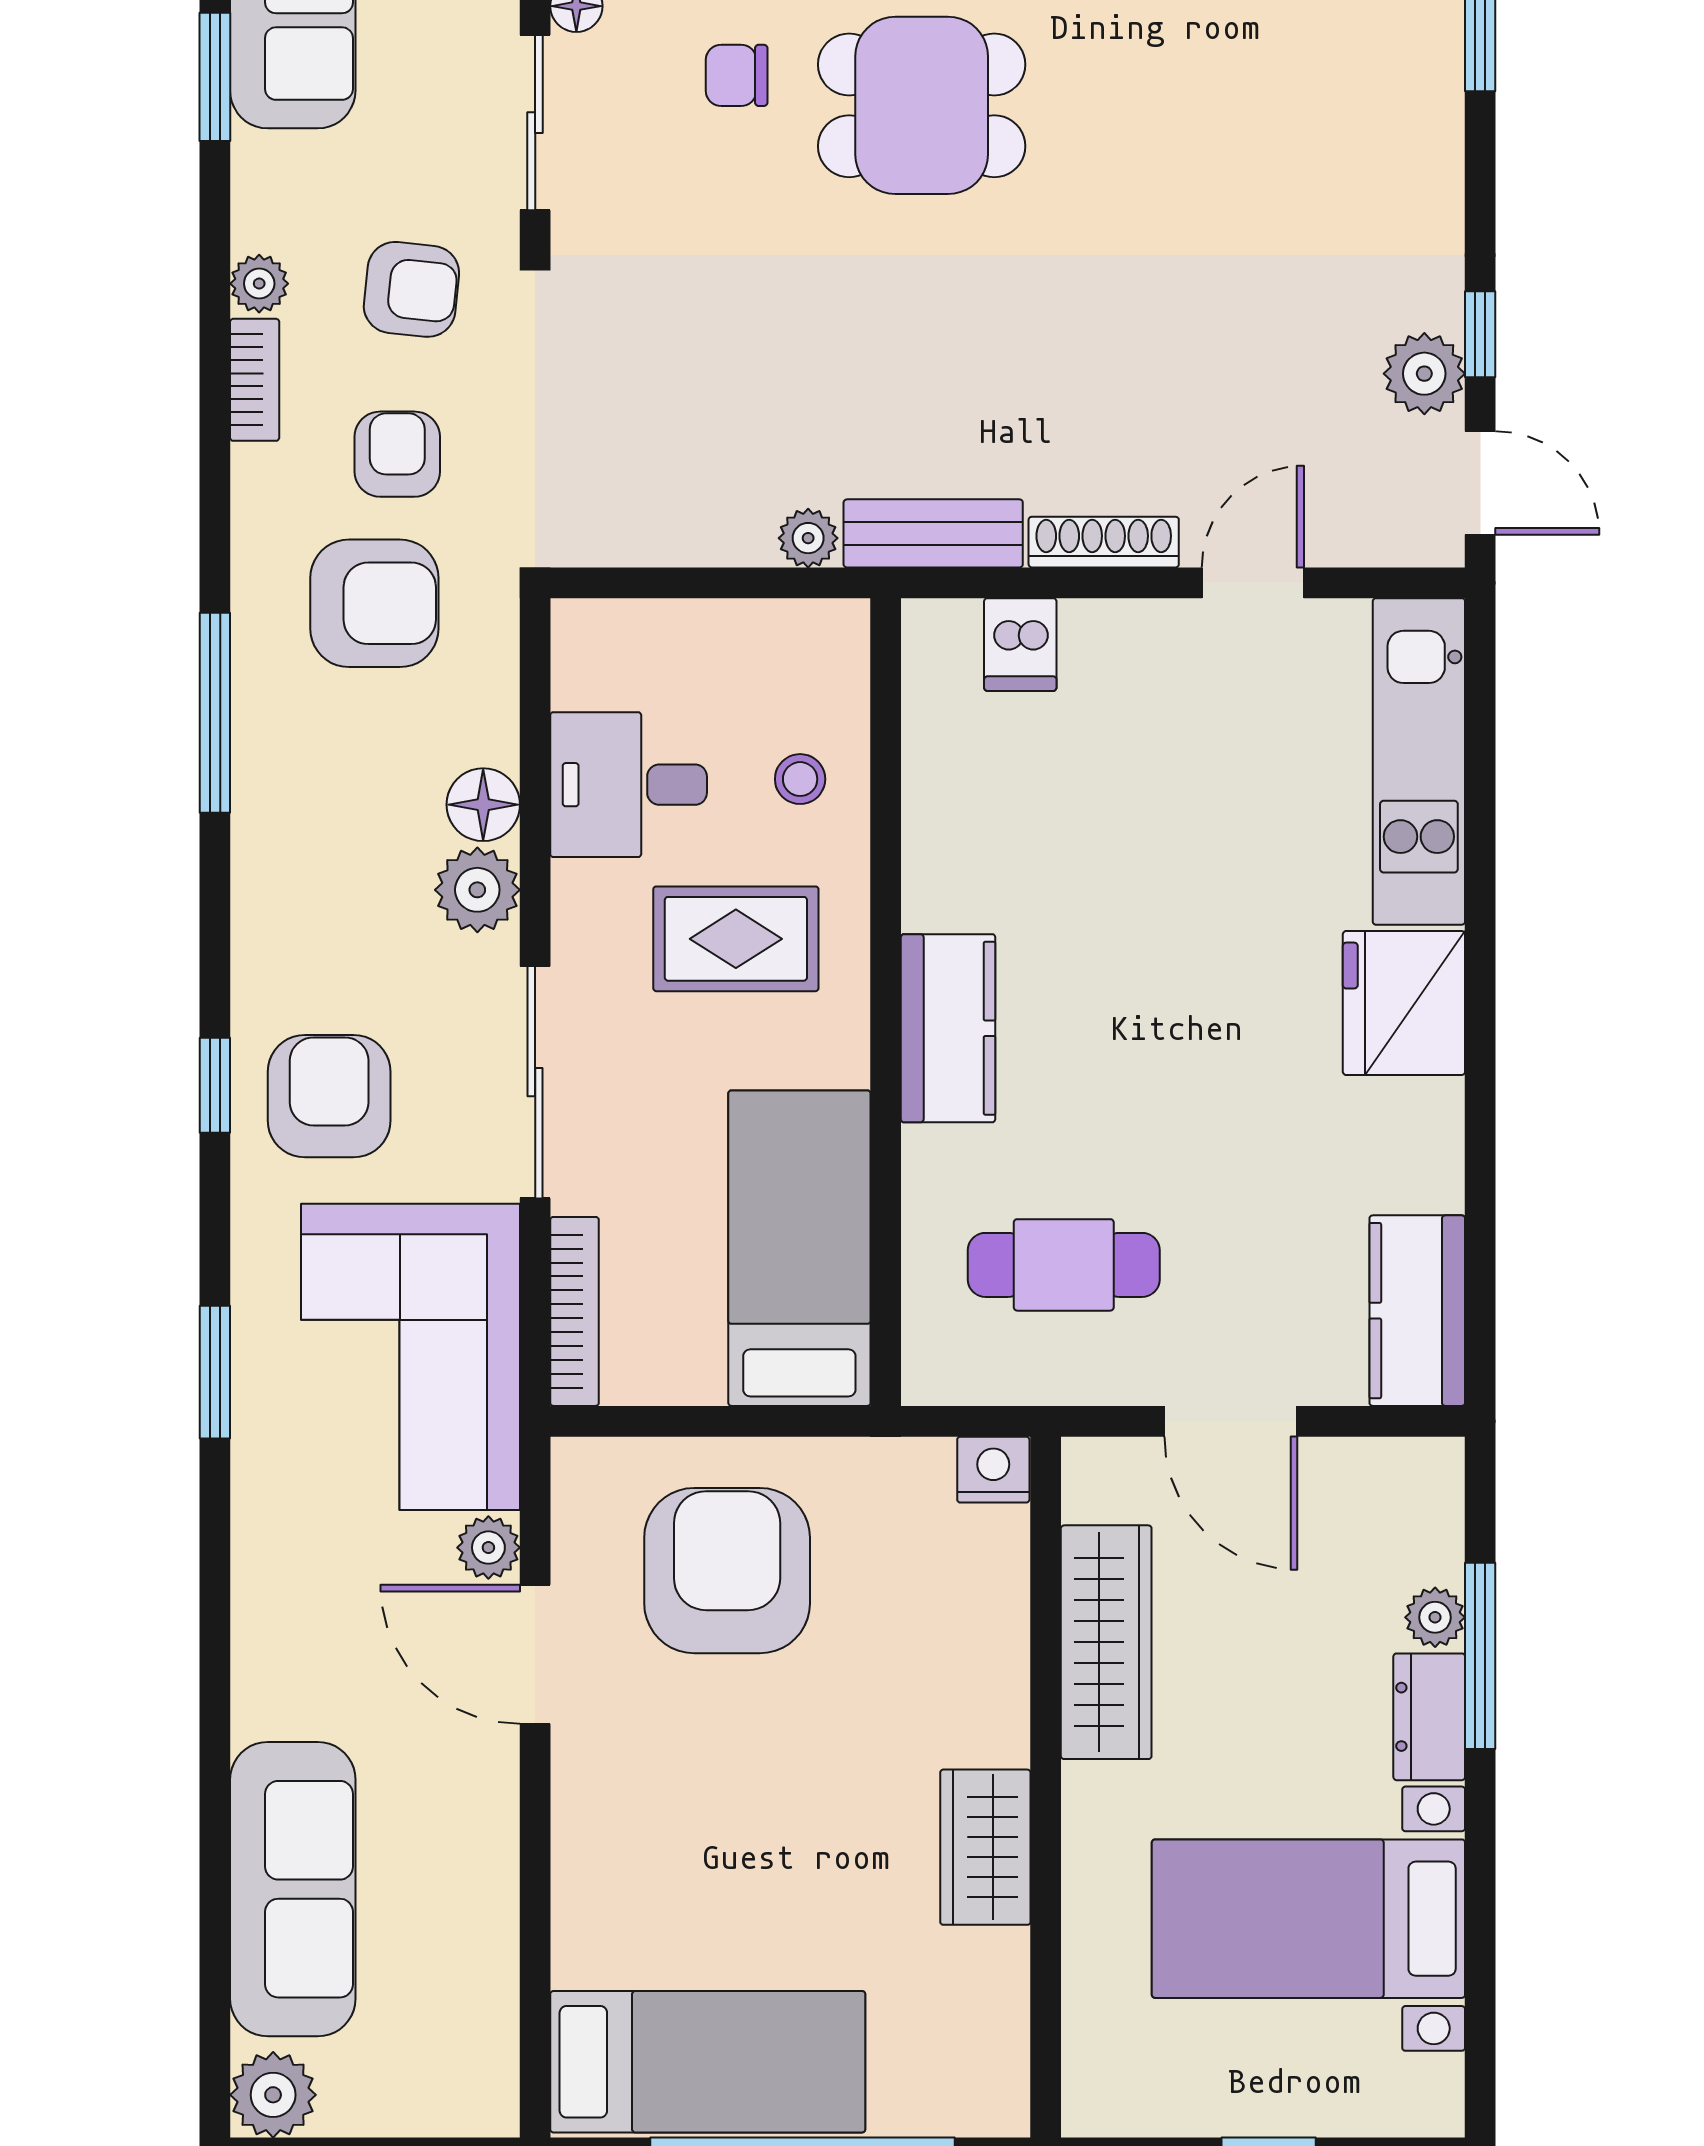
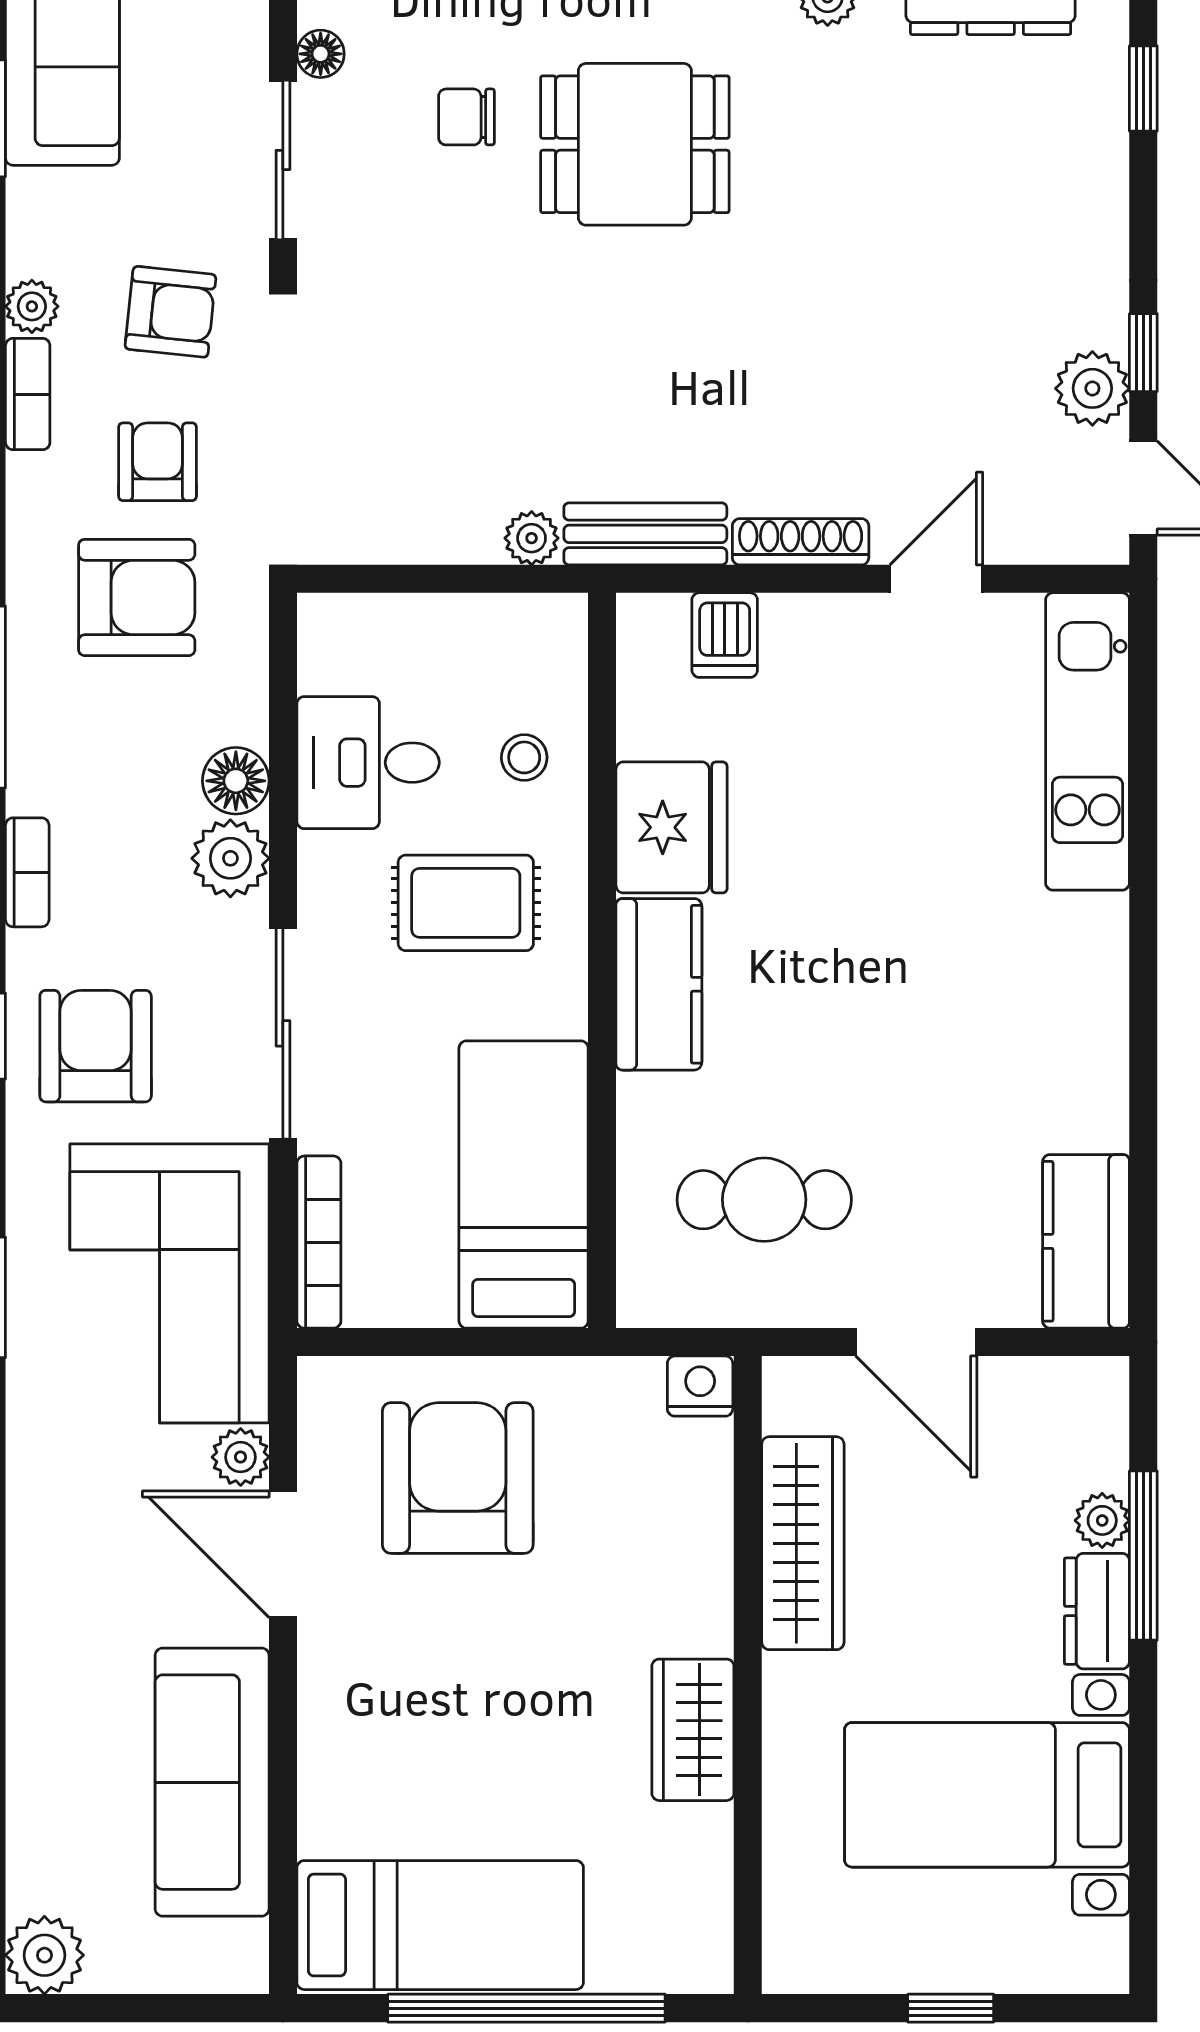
bookcase: (254, 905) -> (27, 872), added
fridge: (1404, 1003) -> (672, 827), moved, turned 180
sofa: (293, 1889) -> (212, 1782), moved, turned 180

